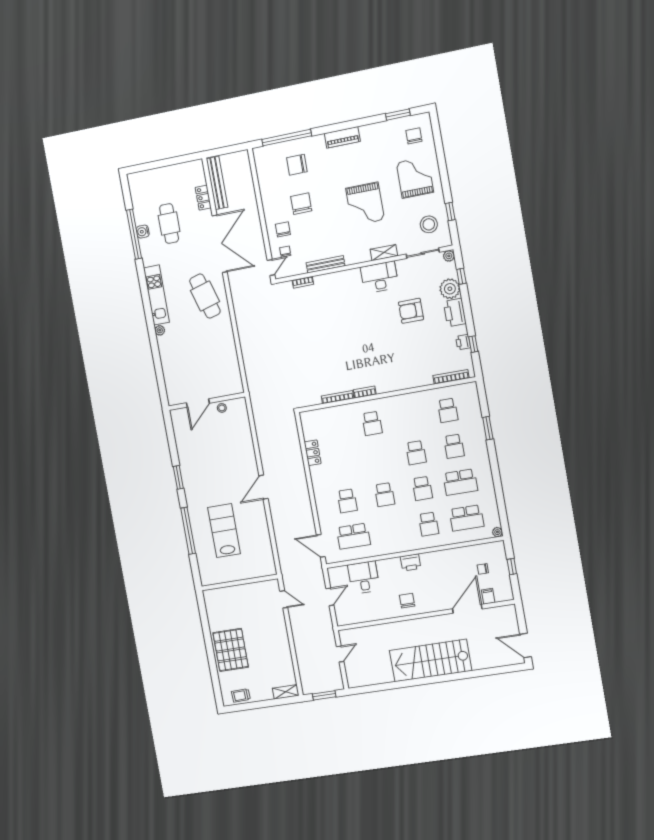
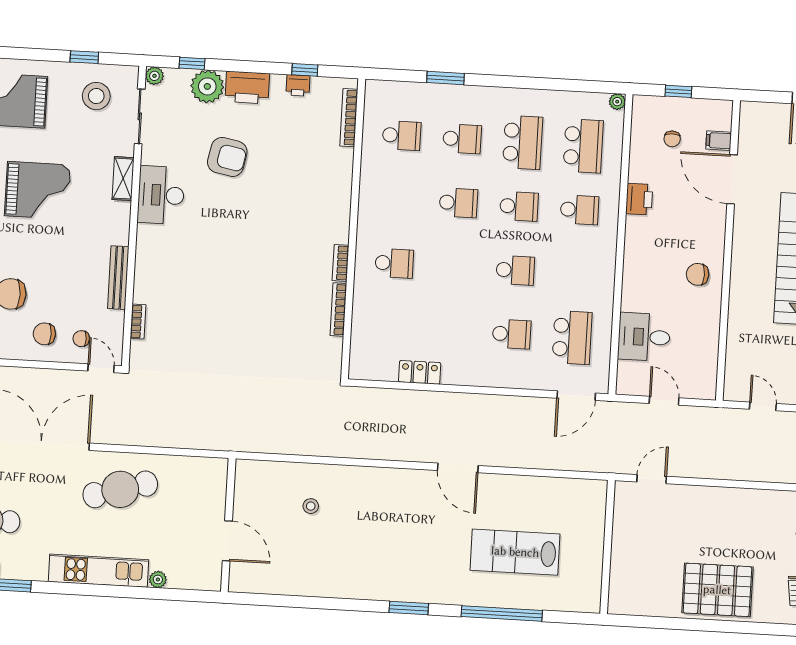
armchair: (411, 311) -> (227, 157), turned -79
wall: (207, 401) -> (228, 525), moved
door: (198, 403) -> (227, 541), moved
printer: (411, 562) -> (639, 199), moved

